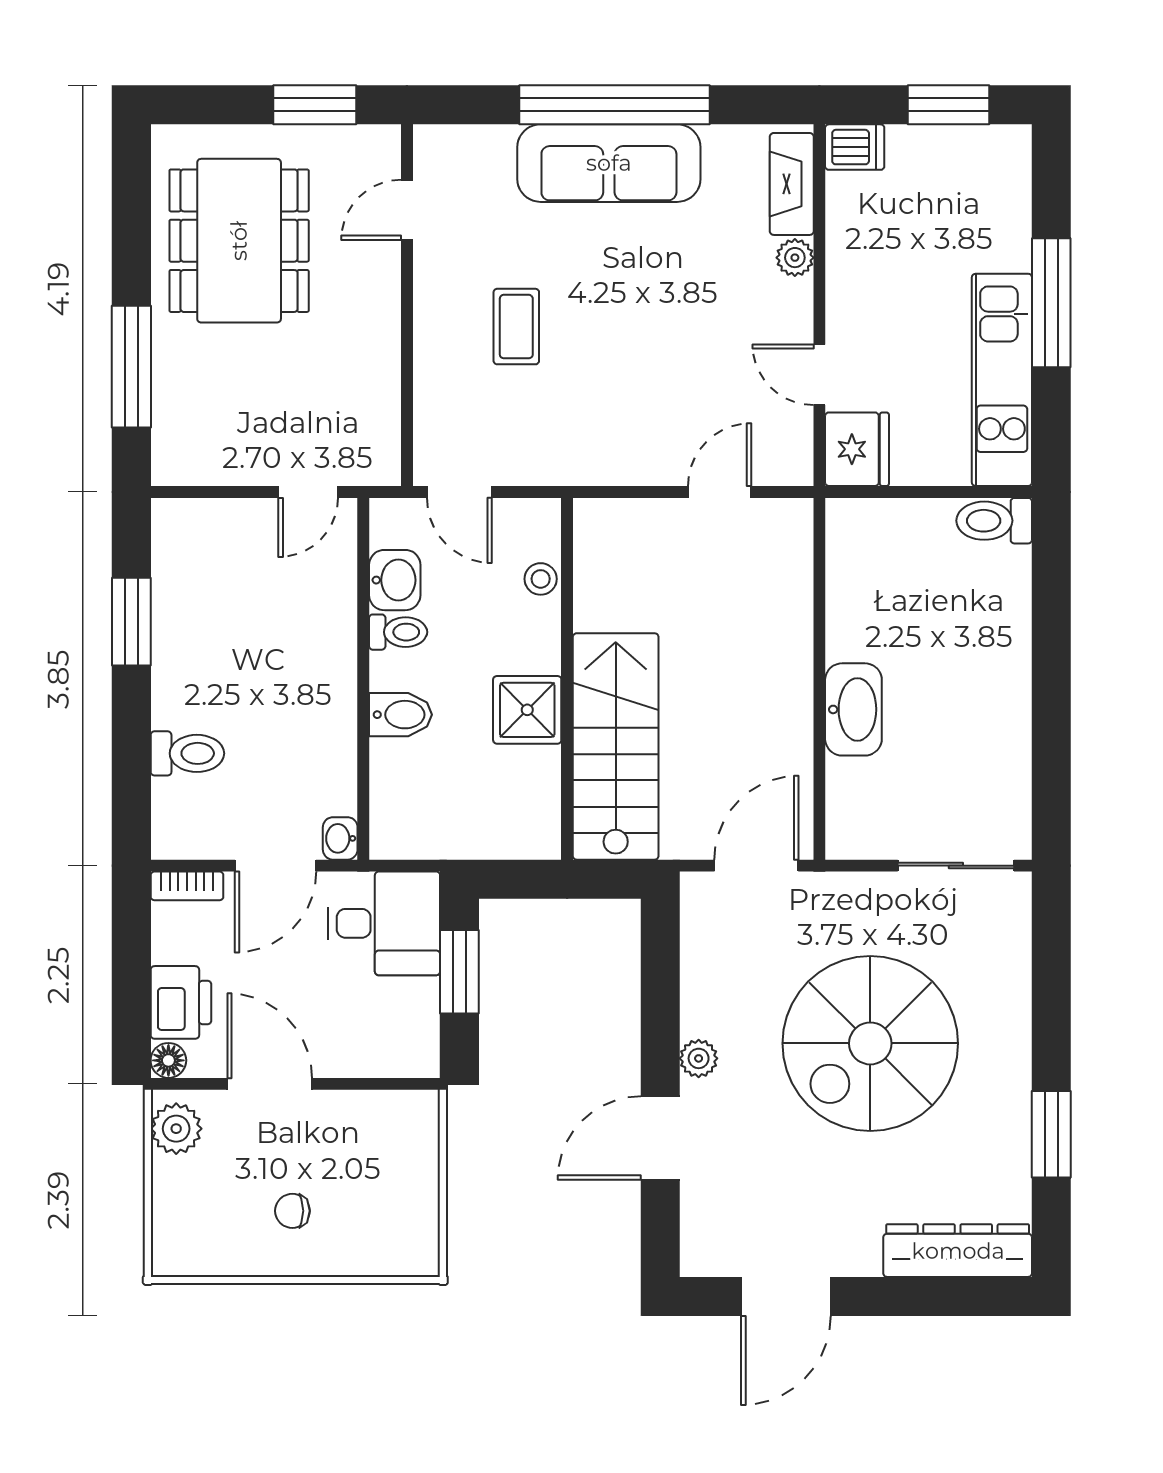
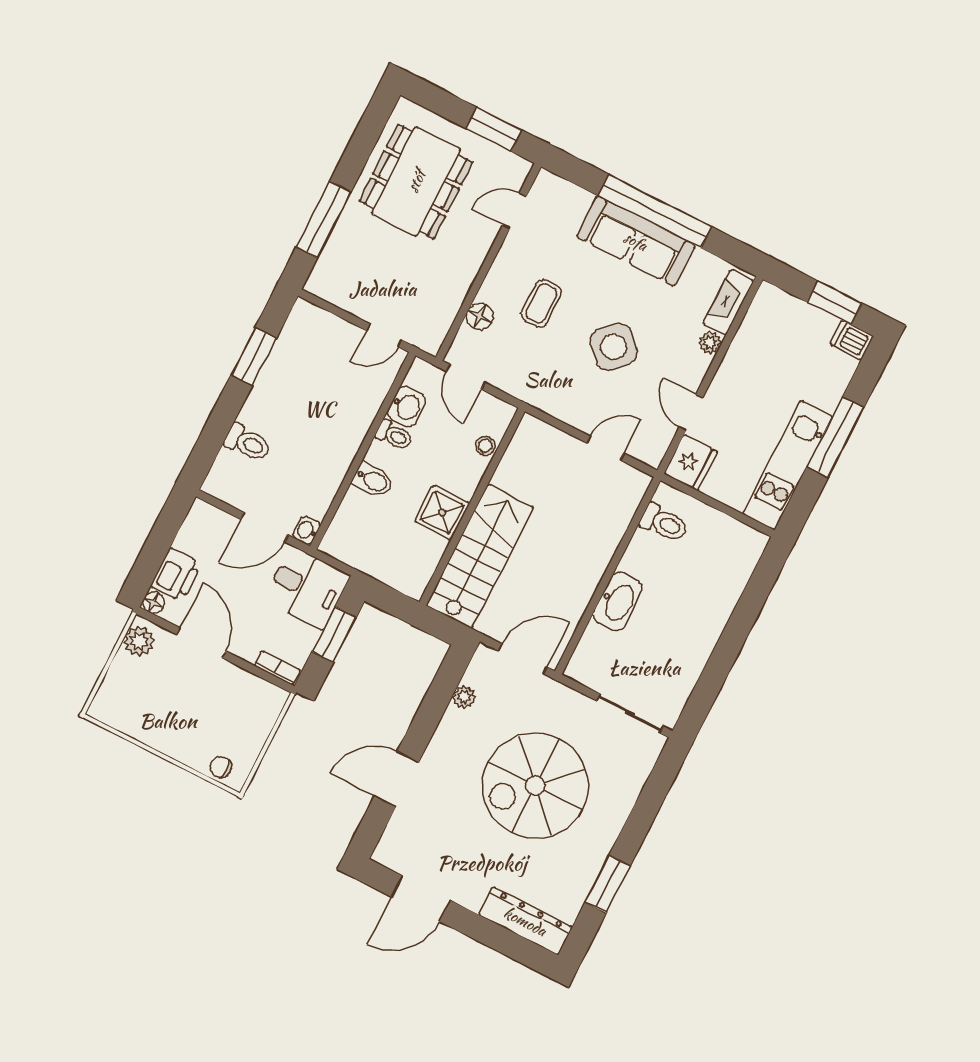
dishwasher: (855, 147) -> (852, 340), moved, turned 180
side table: (656, 336) -> (614, 347), added
floor lamp: (435, 392) -> (480, 316), added
toilet: (994, 521) -> (664, 523), moved, turned 180
bookcase: (187, 886) -> (277, 668), moved, turned 180
plant: (699, 1058) -> (464, 697), moved
chair: (292, 1211) -> (221, 767), moved

